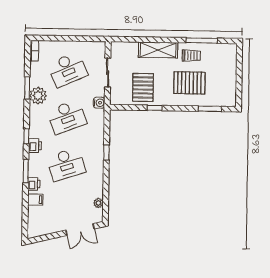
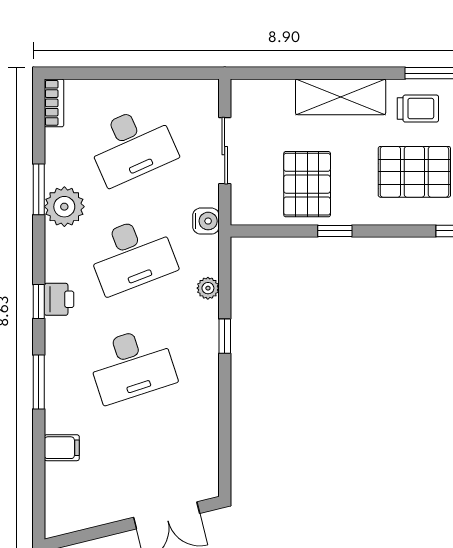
printer: (35, 146) -> (59, 299), moved
printer: (34, 184) -> (58, 411), removed
plant: (98, 203) -> (208, 288), moved

